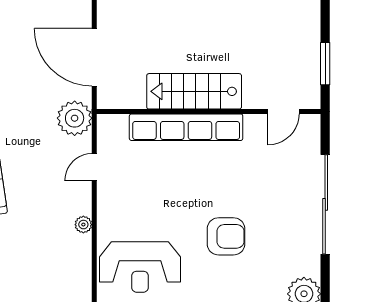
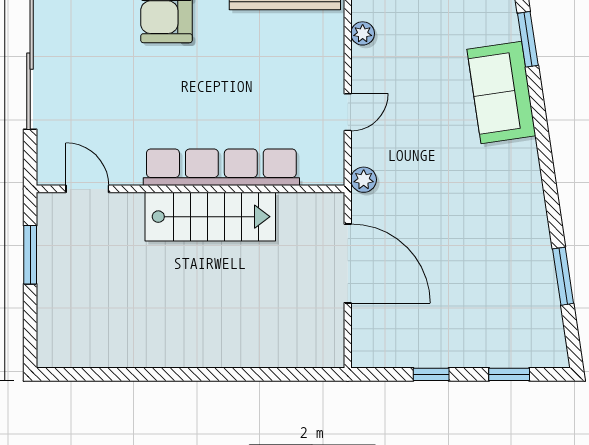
door: (283, 111) -> (87, 189), hinge flipped
plant: (75, 118) -> (364, 180), width x0.53, depth x0.53

